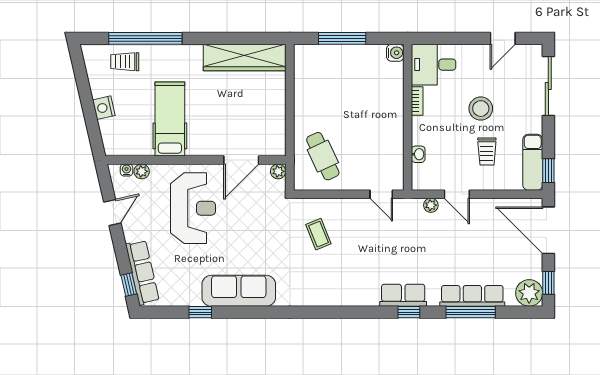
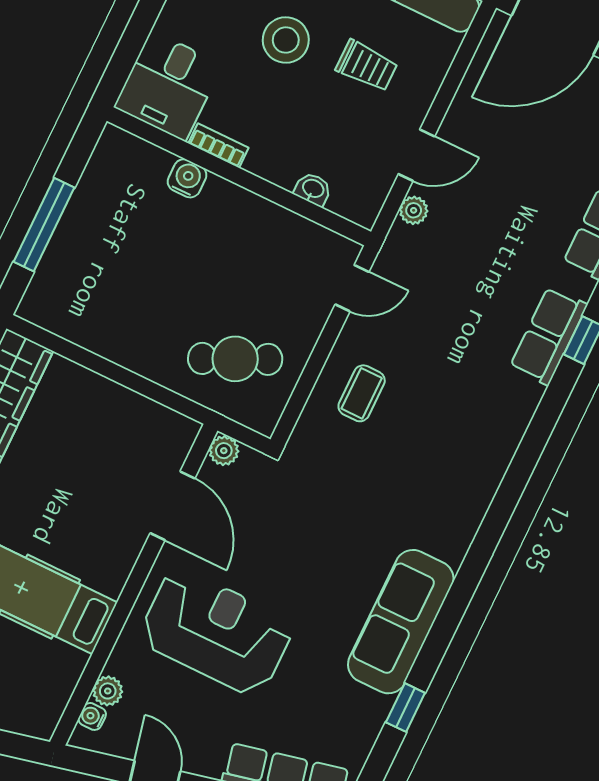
water cooler: (395, 53) -> (187, 178), moved
coffee table: (318, 234) -> (362, 393), moved, turned -68

